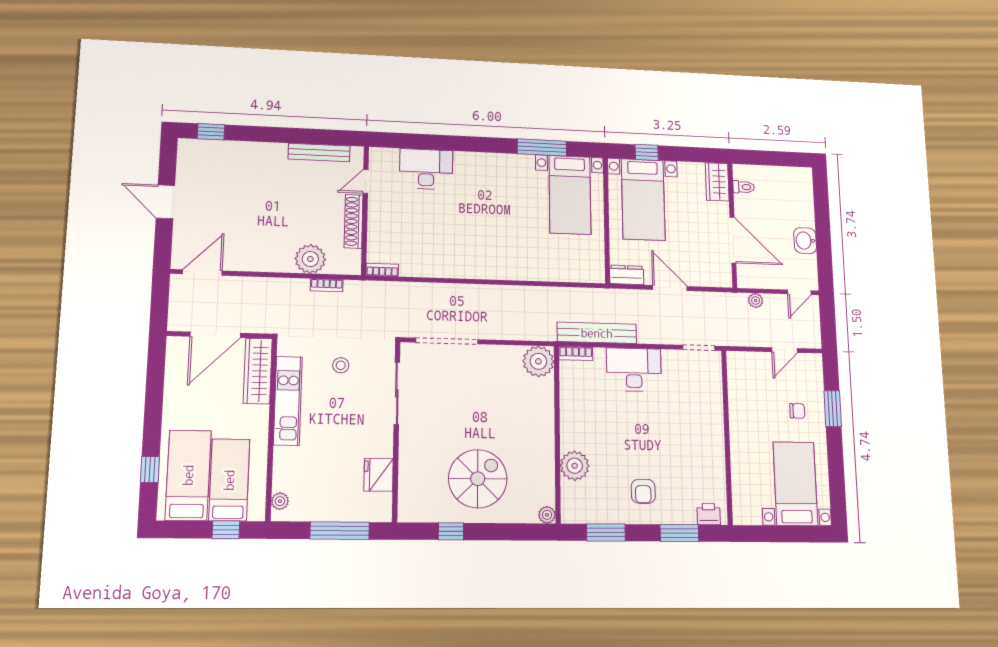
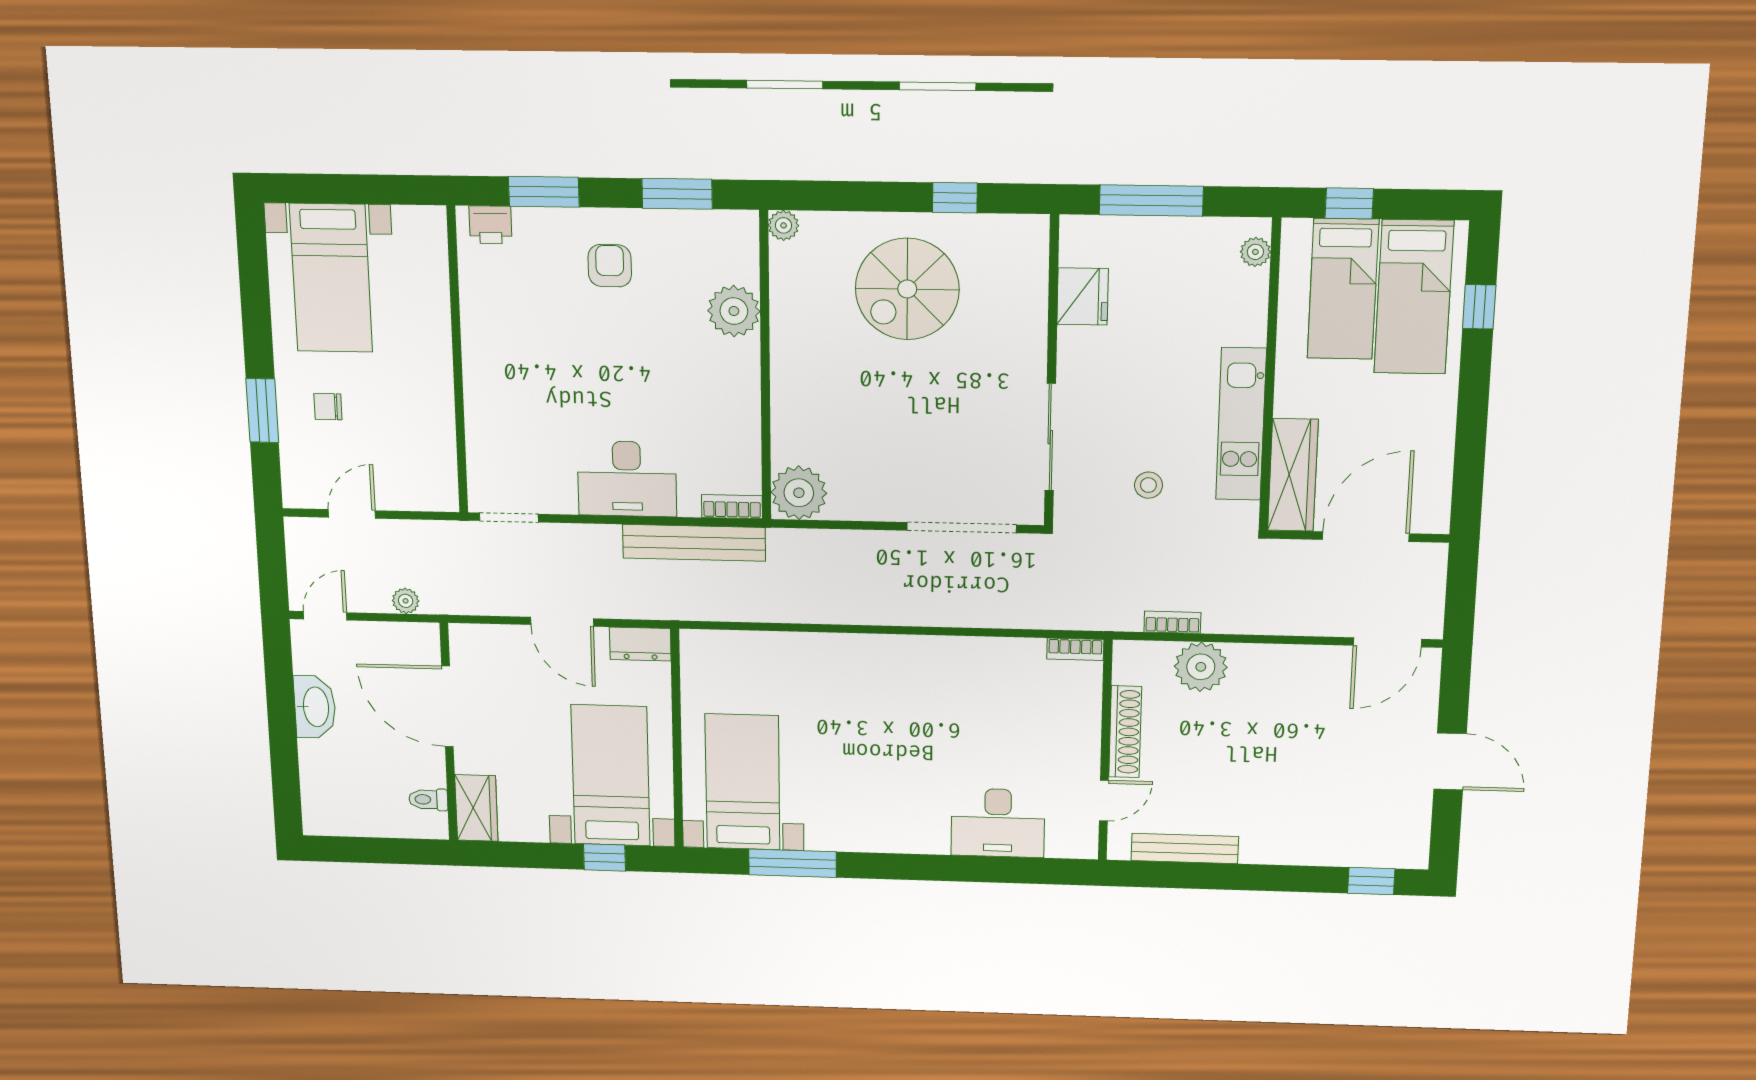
washbasin: (805, 241) -> (315, 707), width x1.38

